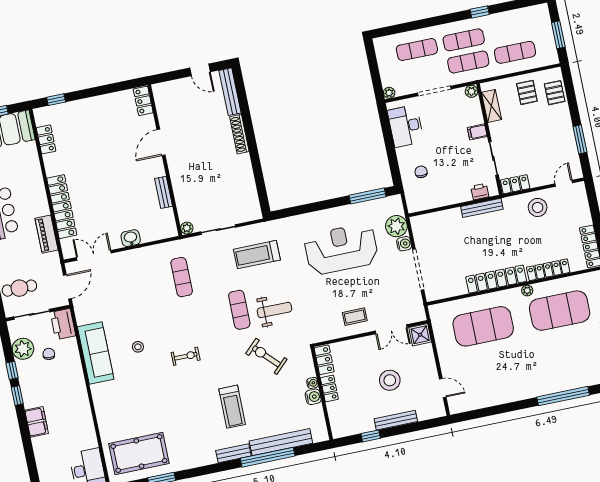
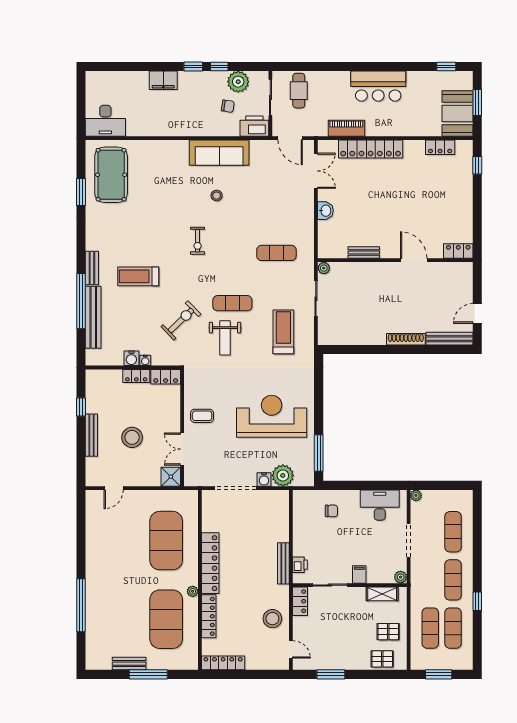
exercise mat: (468, 62) -> (453, 628), moved
reception desk: (341, 249) -> (272, 416), turned -90
coffee table: (355, 317) -> (202, 416), turned 90

